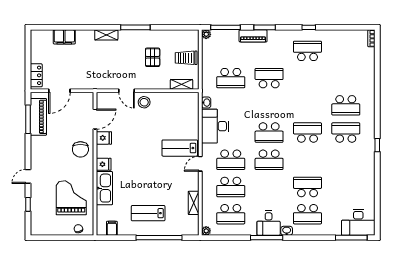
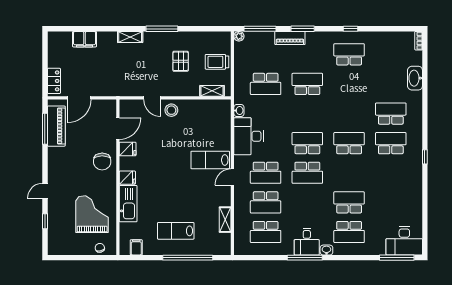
washbasin: (368, 73) -> (415, 78), added
school desk: (346, 105) -> (391, 114), turned 180
school desk: (269, 133) -> (307, 143), turned 180
plant: (206, 231) -> (239, 250), removed

